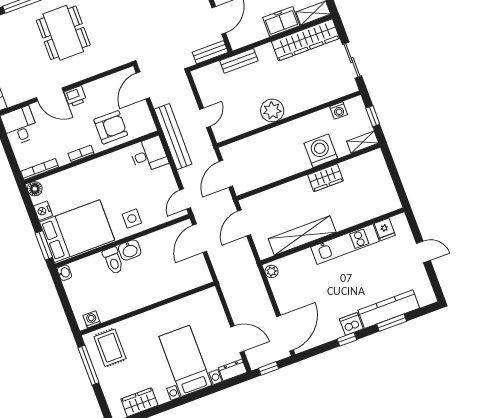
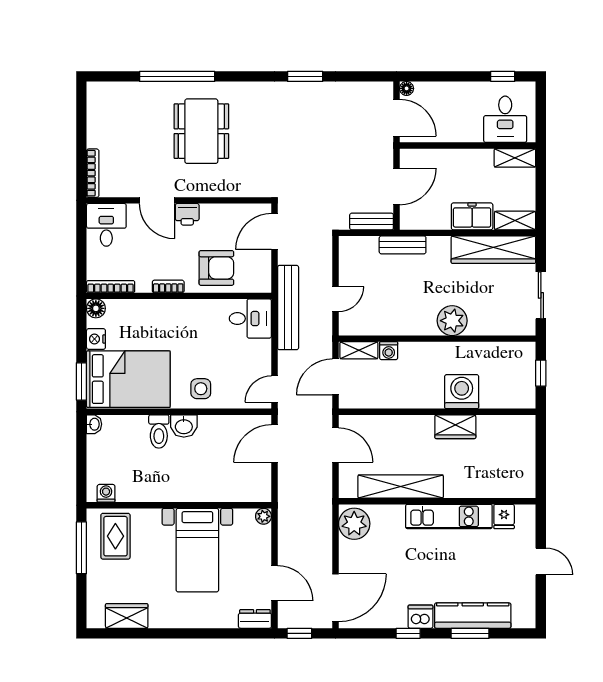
plant: (272, 110) -> (452, 321), moved
washing machine: (339, 110) -> (389, 351), moved
shelving: (363, 142) -> (359, 350), moved
door: (244, 223) -> (336, 445), swing flipped
plant: (271, 271) -> (354, 524), width x1.87, depth x1.87
plant: (211, 294) -> (264, 516), added
bed with nightstands: (185, 361) -> (197, 550), moved, turned 180

